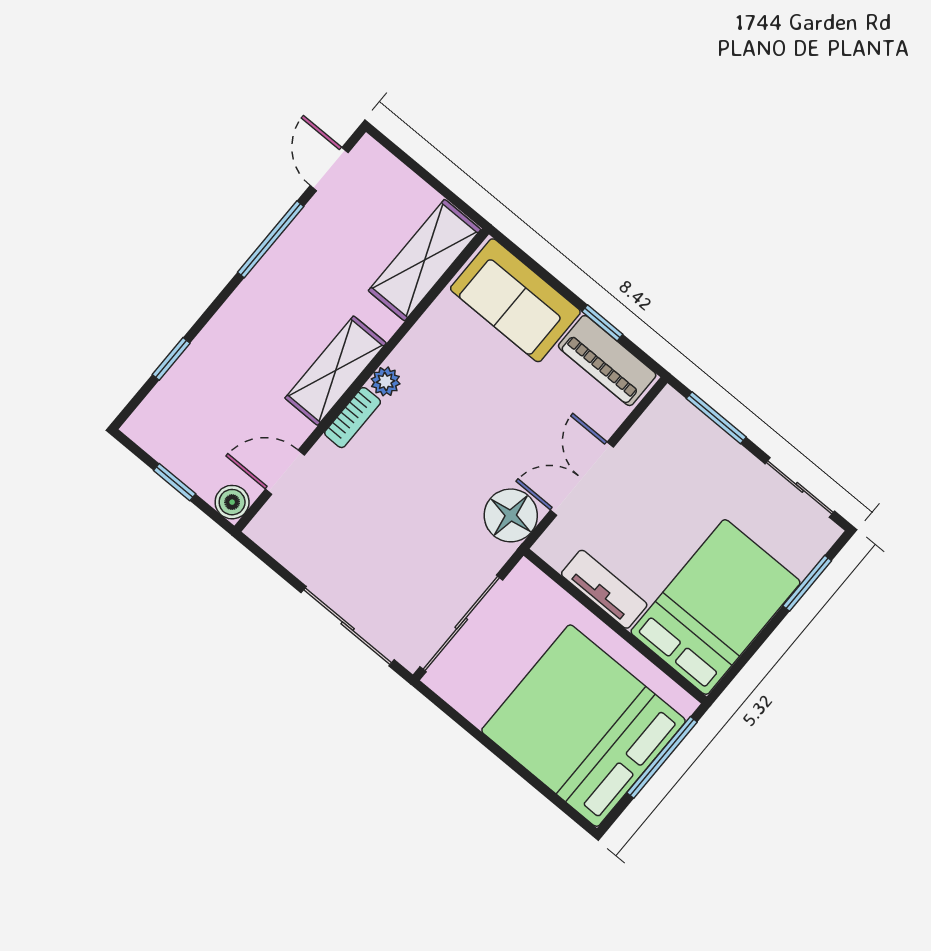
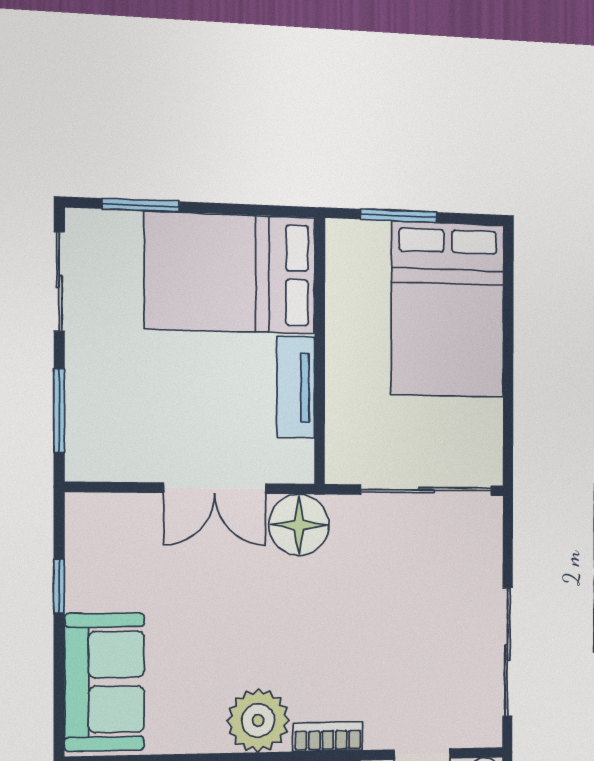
piano: (607, 361) -> (90, 553), removed
plant: (386, 381) -> (258, 720), width x1.88, depth x1.88
sliding door: (348, 626) -> (507, 652), moved
bed: (583, 726) -> (448, 309), width x0.73
window: (662, 757) -> (399, 216), width x0.69

